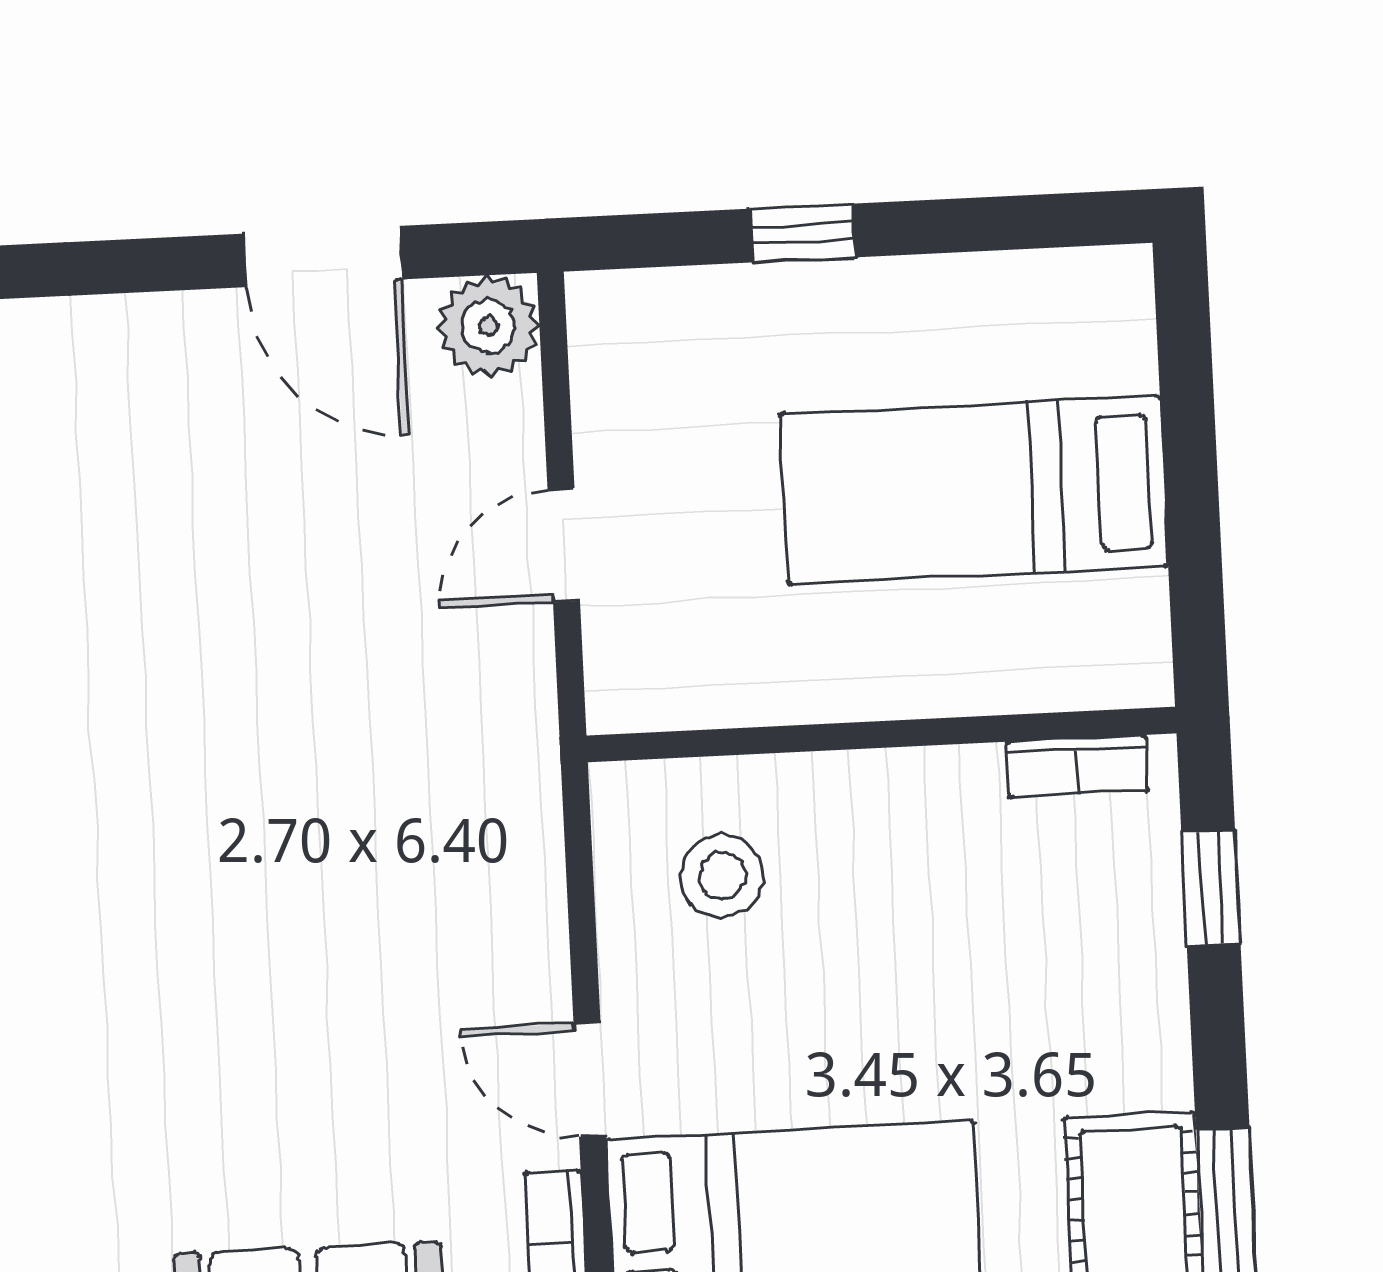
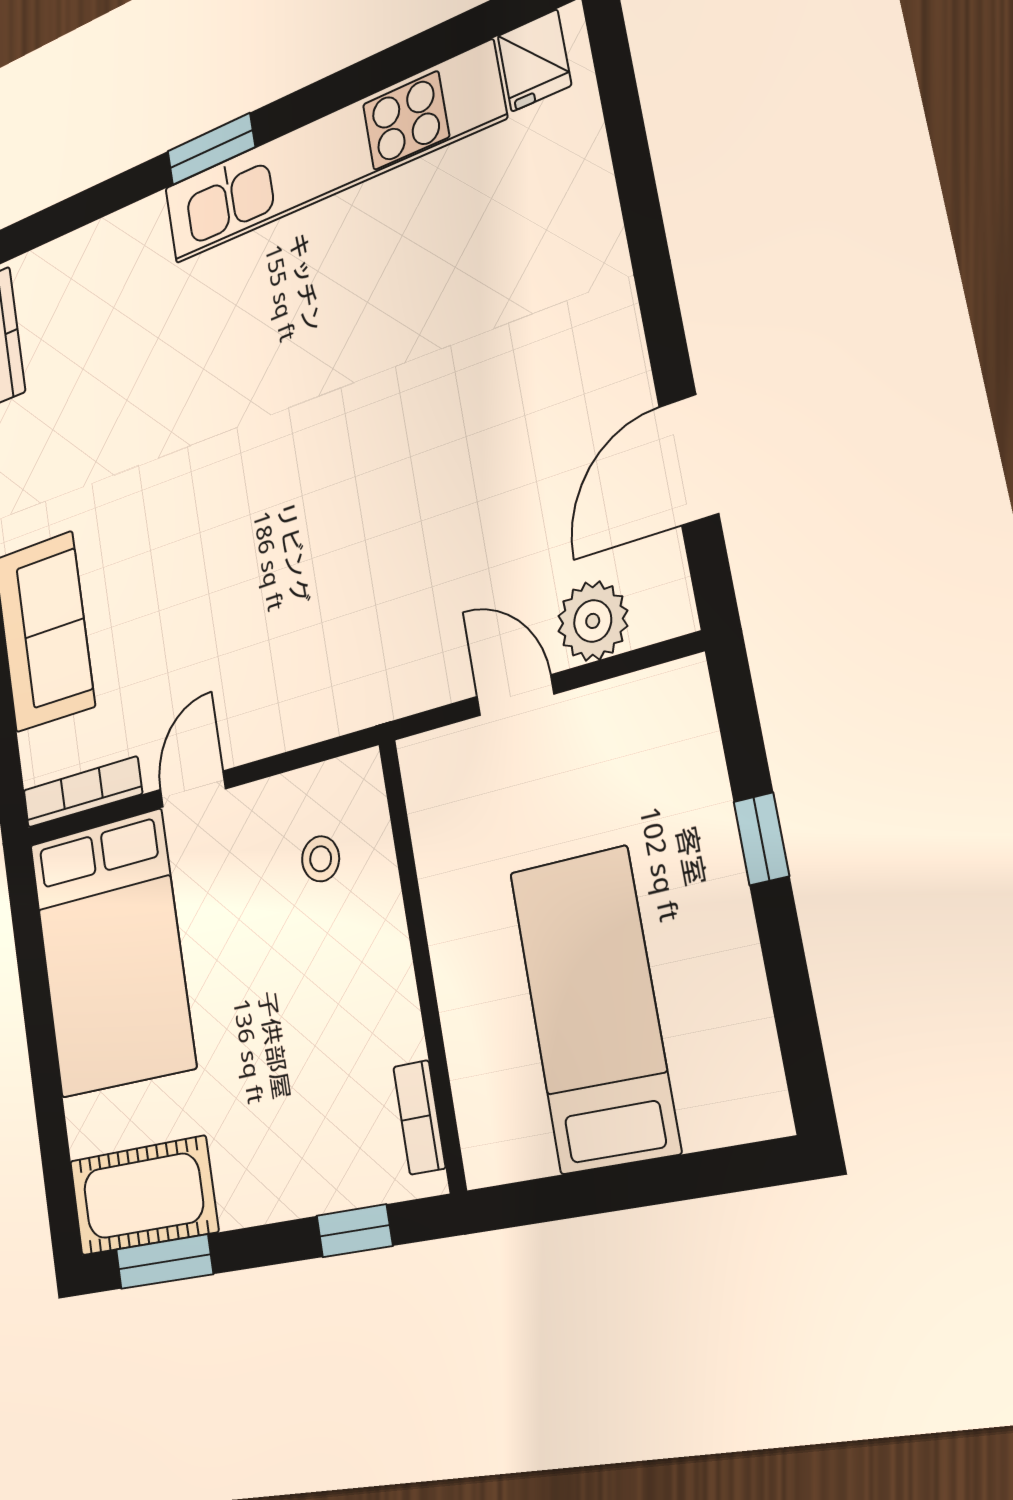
plant: (488, 326) -> (593, 621), moved
stool: (722, 876) -> (321, 859), width x0.73, depth x0.73

